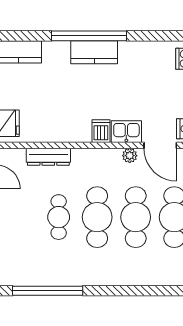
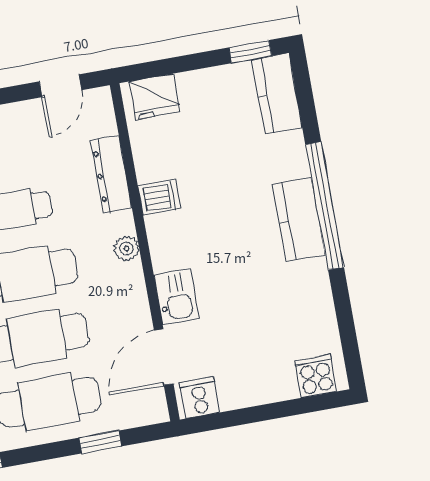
dishwasher: (101, 131) -> (159, 197), moved
plant: (130, 156) -> (127, 248), moved

